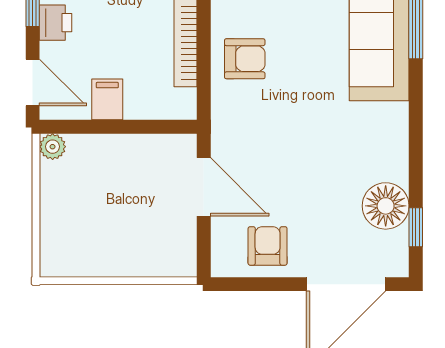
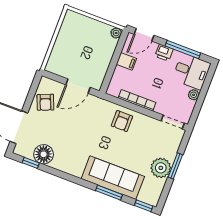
armchair: (268, 246) -> (45, 102), turned 68

